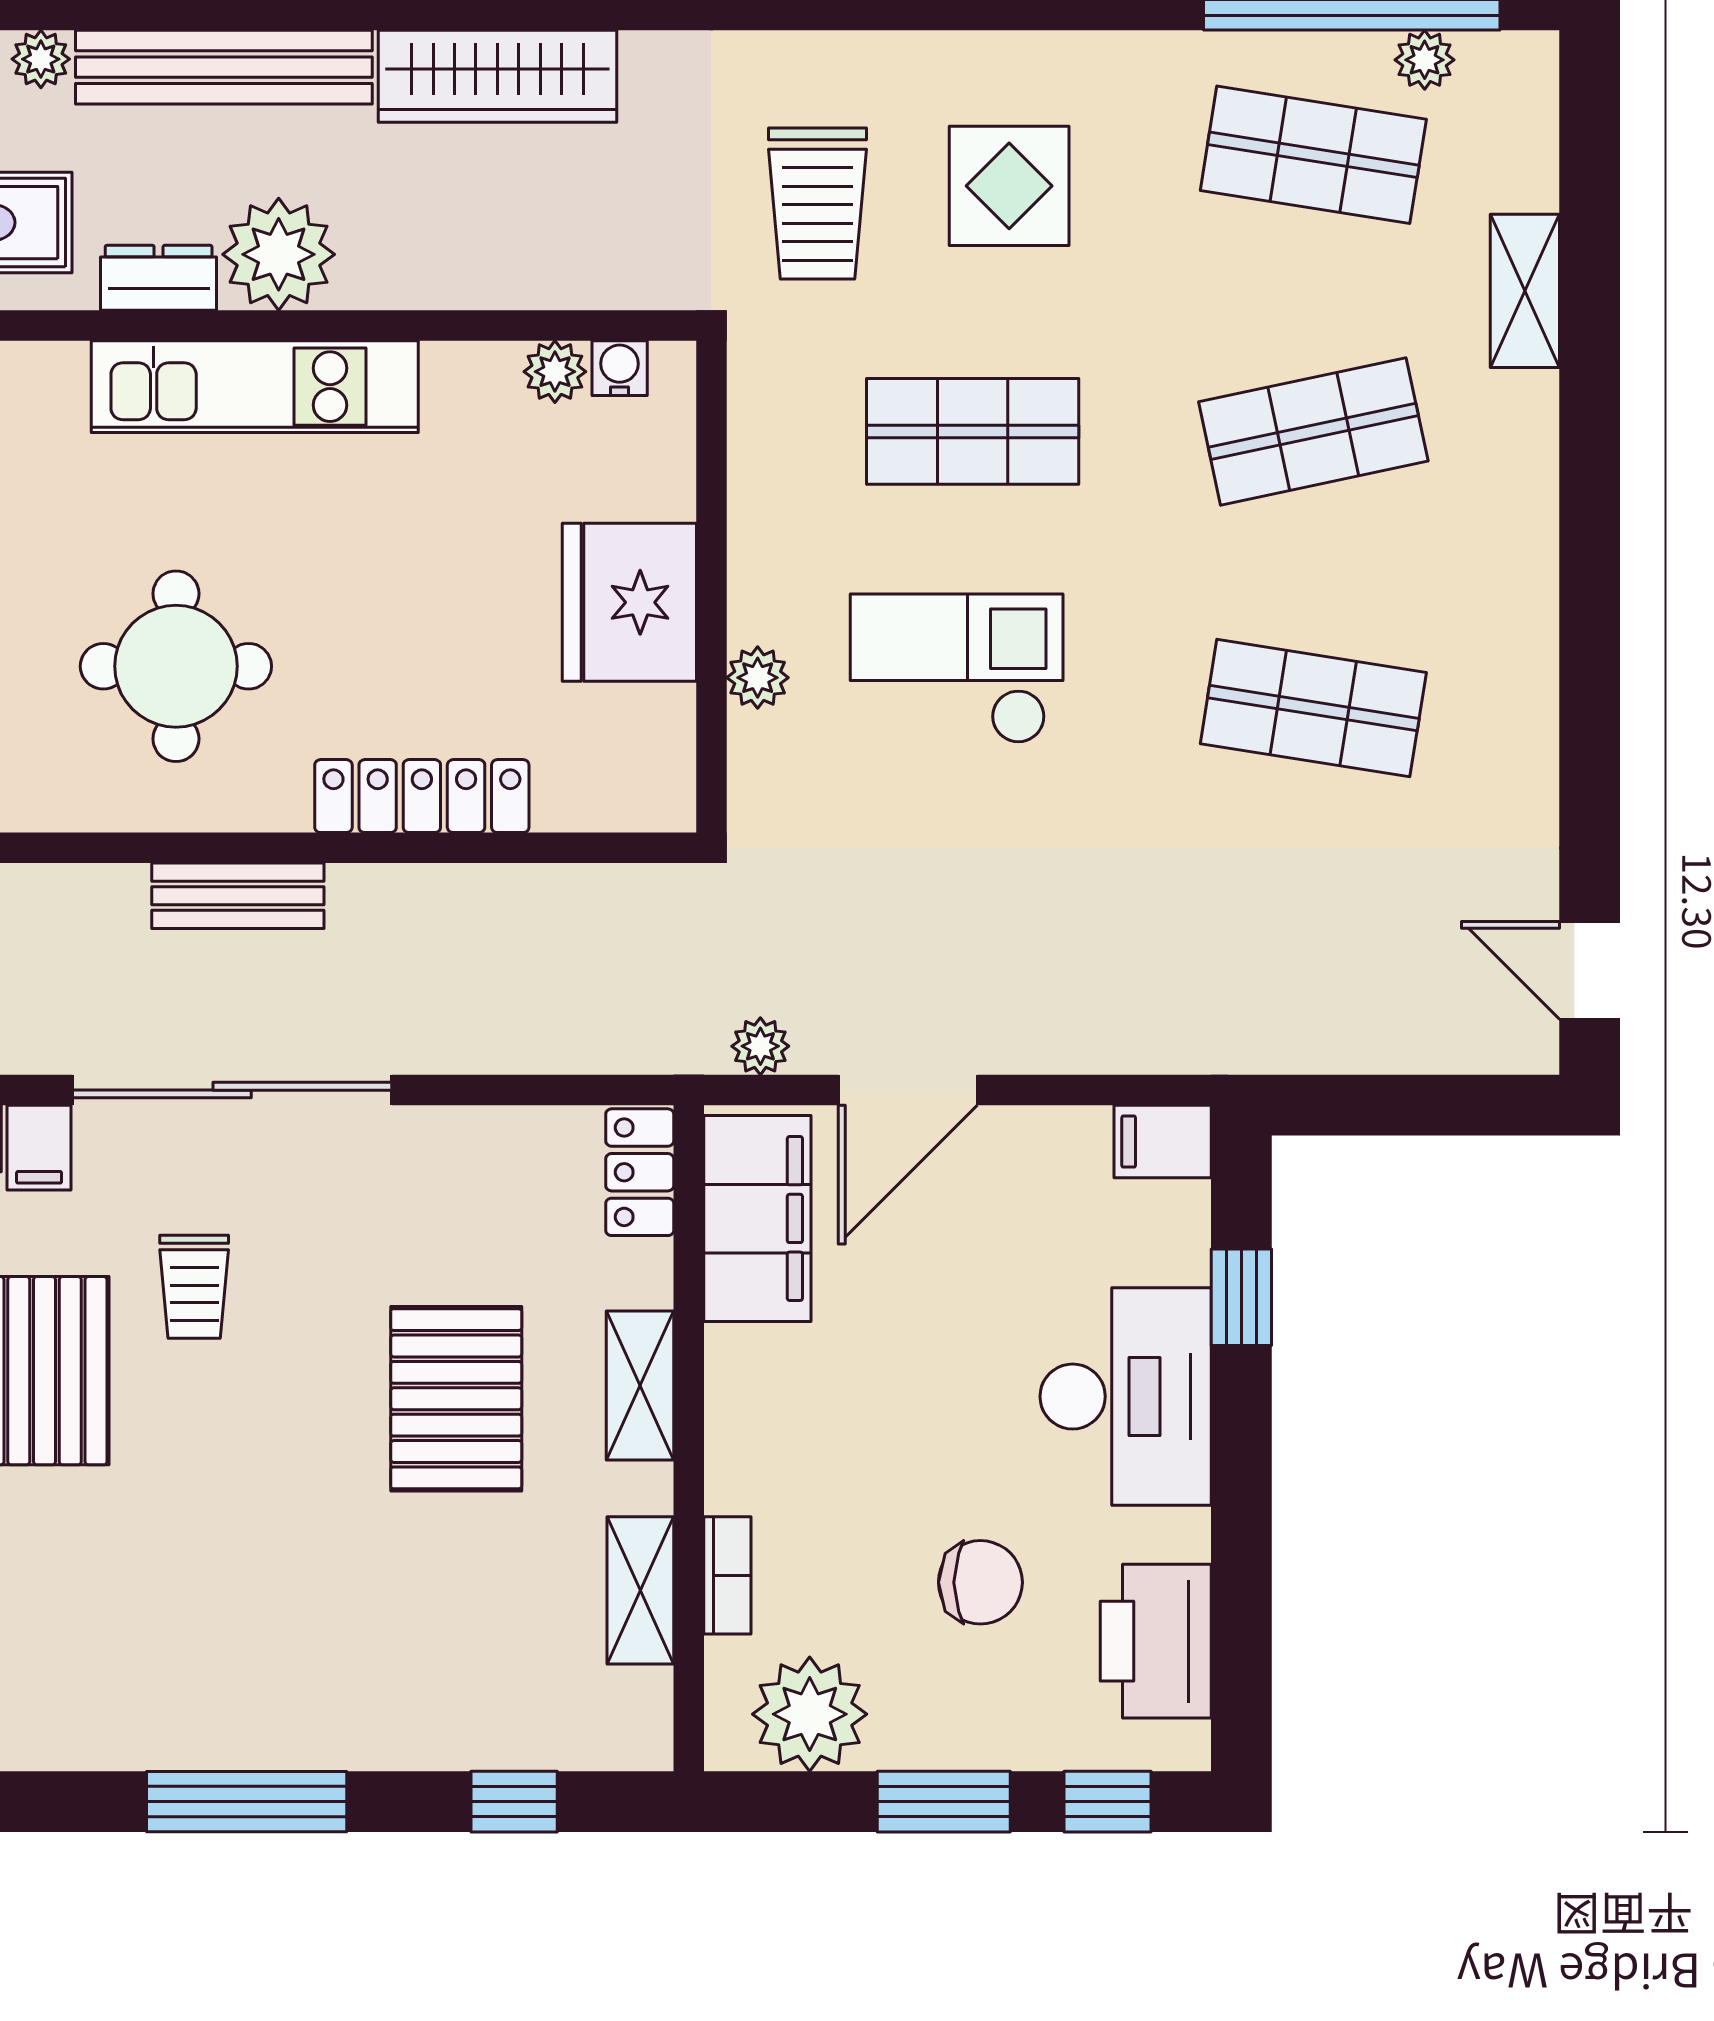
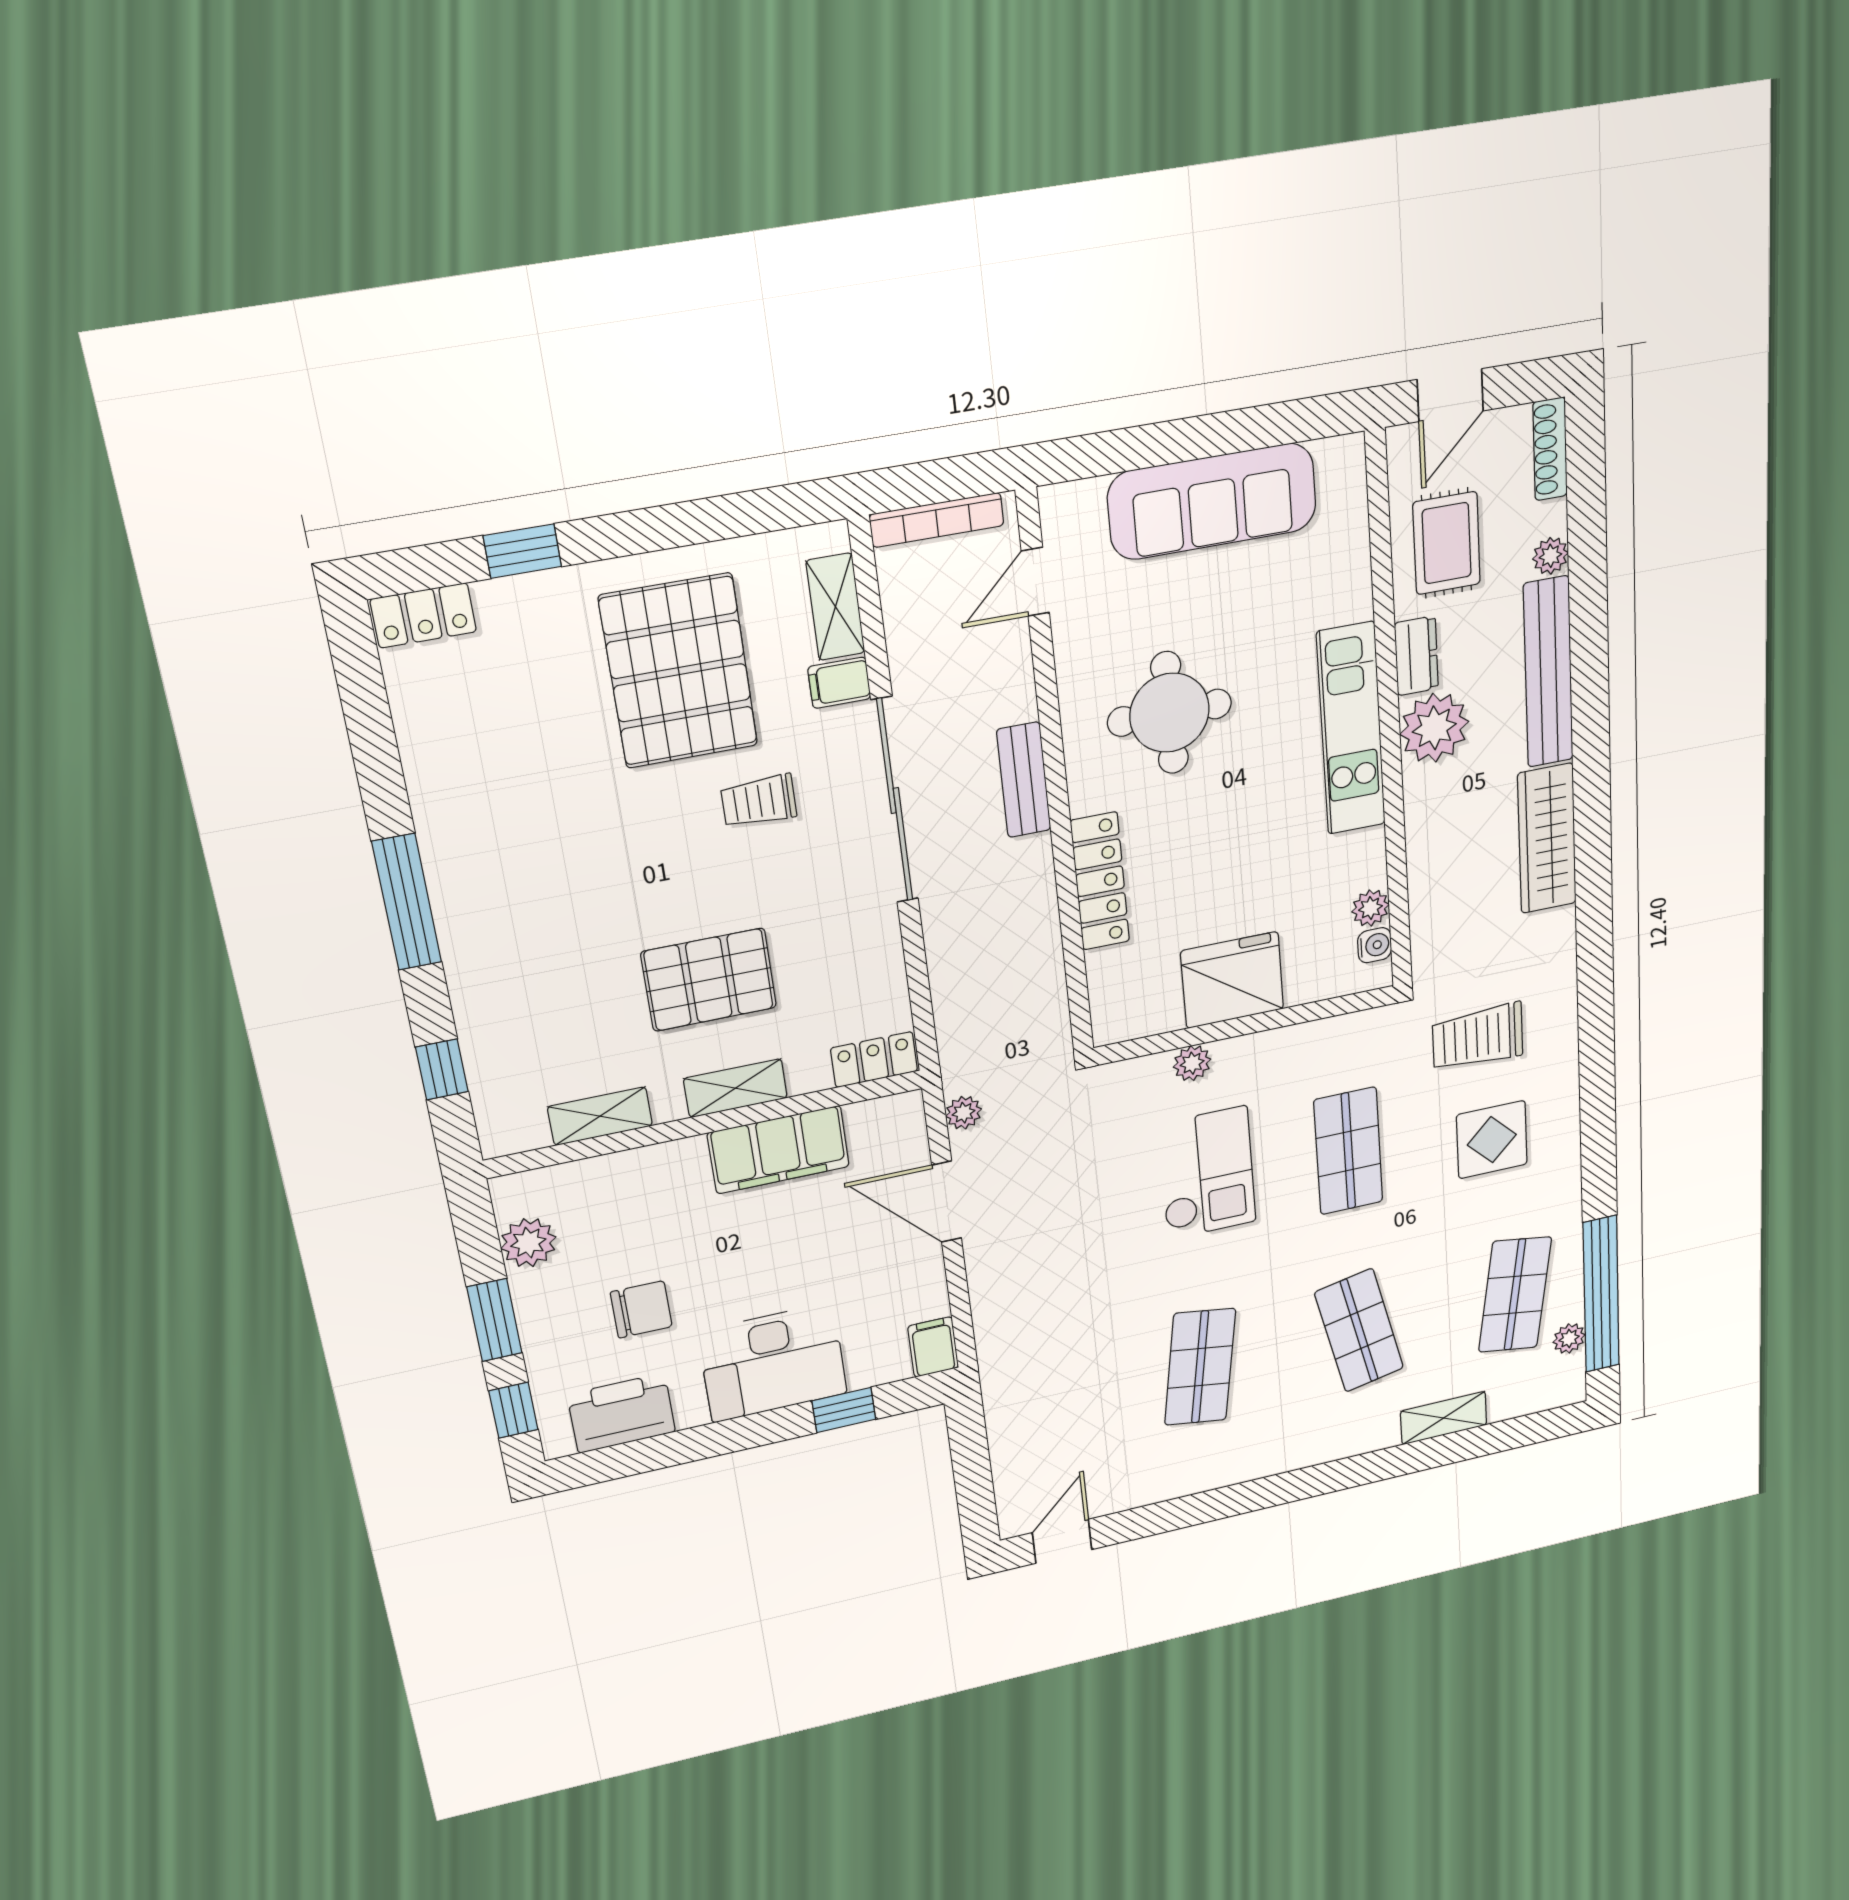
filing cabinet: (757, 1218) -> (779, 1150), moved
bookcase: (727, 1575) -> (619, 1165), removed
chair: (980, 1582) -> (641, 1309), turned -90
plant: (810, 1714) -> (528, 1243), width x0.73, depth x0.73

